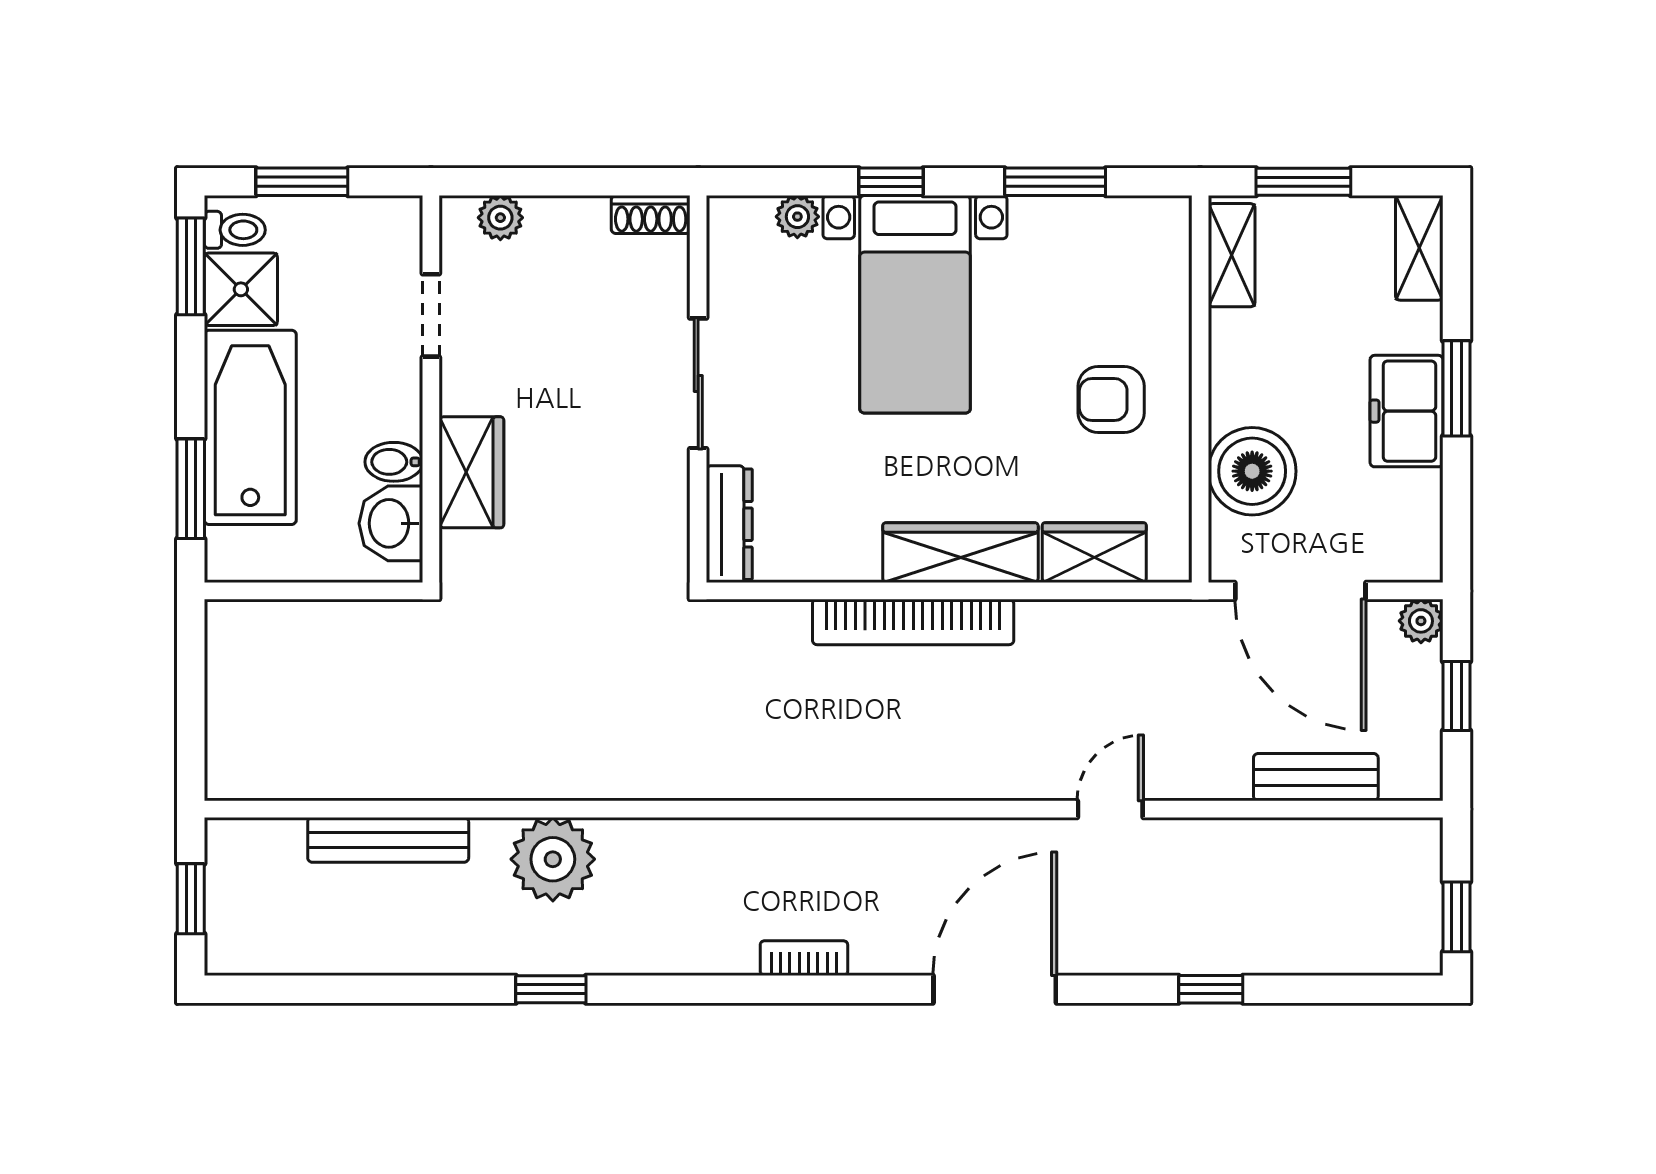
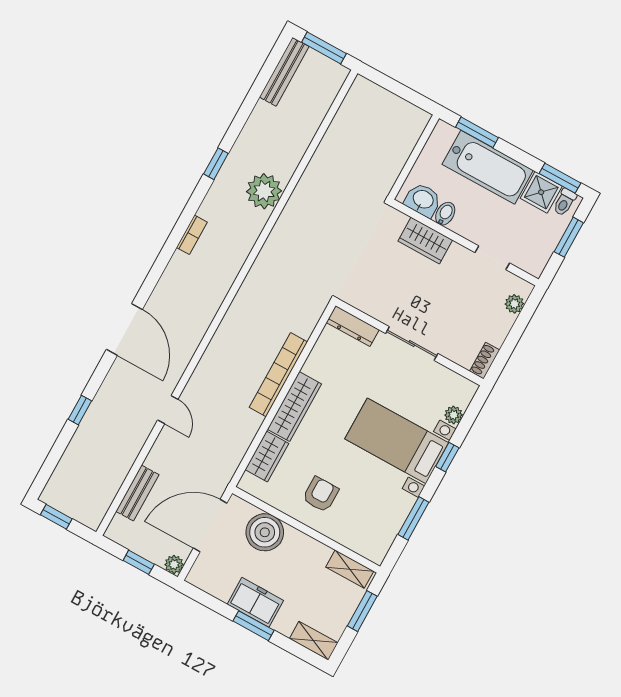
bench: (388, 840) -> (284, 72), moved
window: (191, 899) -> (324, 48), width x1.50
bookcase: (804, 958) -> (192, 235), moved

